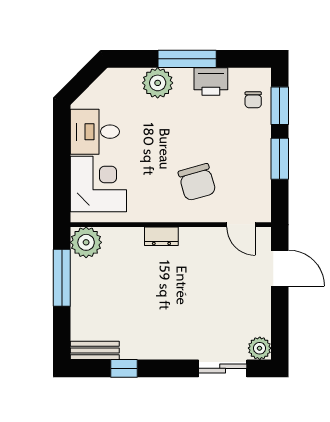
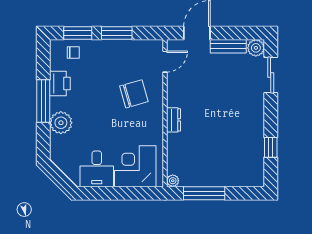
plant: (86, 242) -> (173, 181), width x0.53, depth x0.53
bench: (95, 350) -> (228, 46), moved, turned 90

